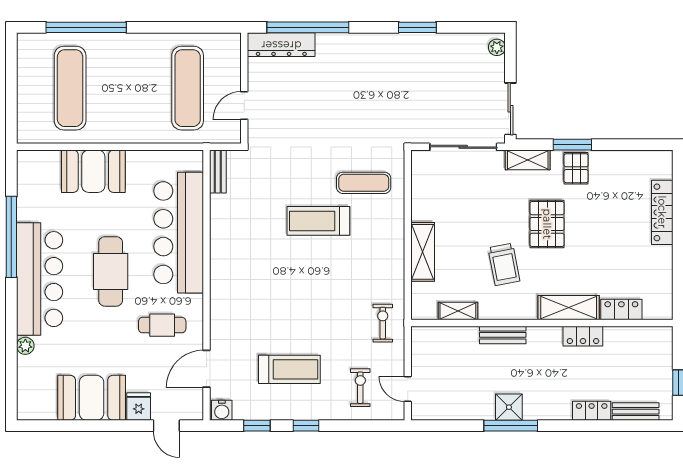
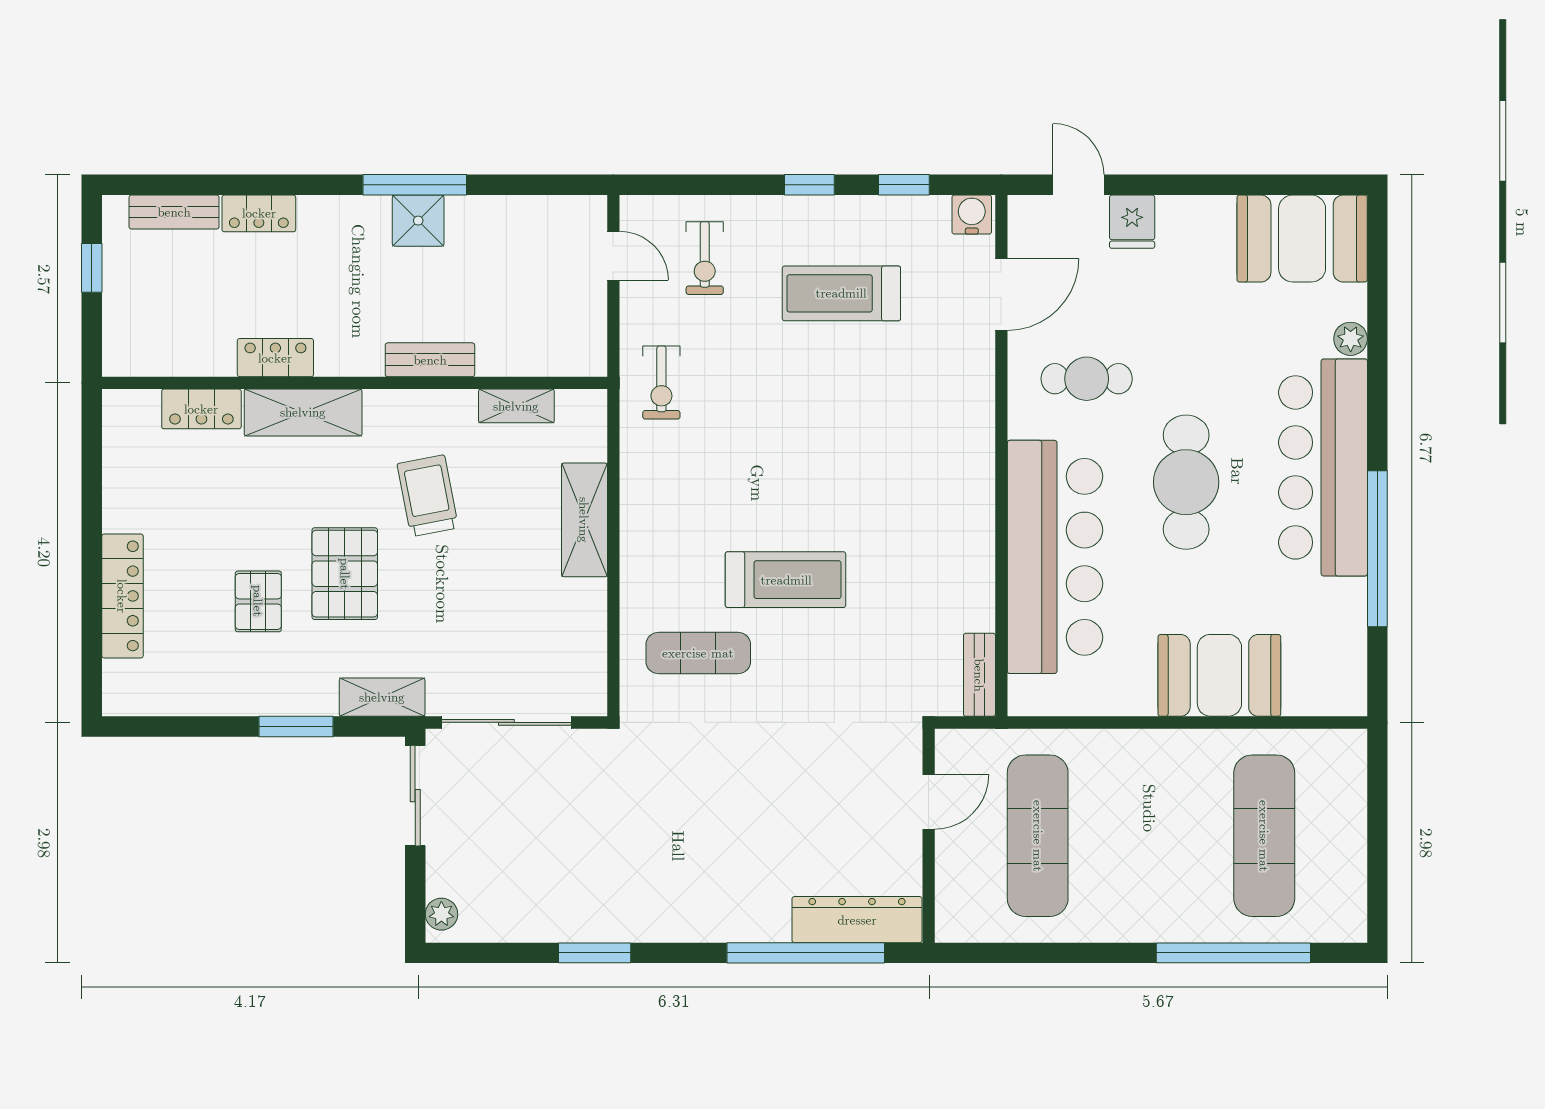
pallet: (576, 168) -> (258, 601), moved
booth: (92, 398) -> (1302, 239), moved

